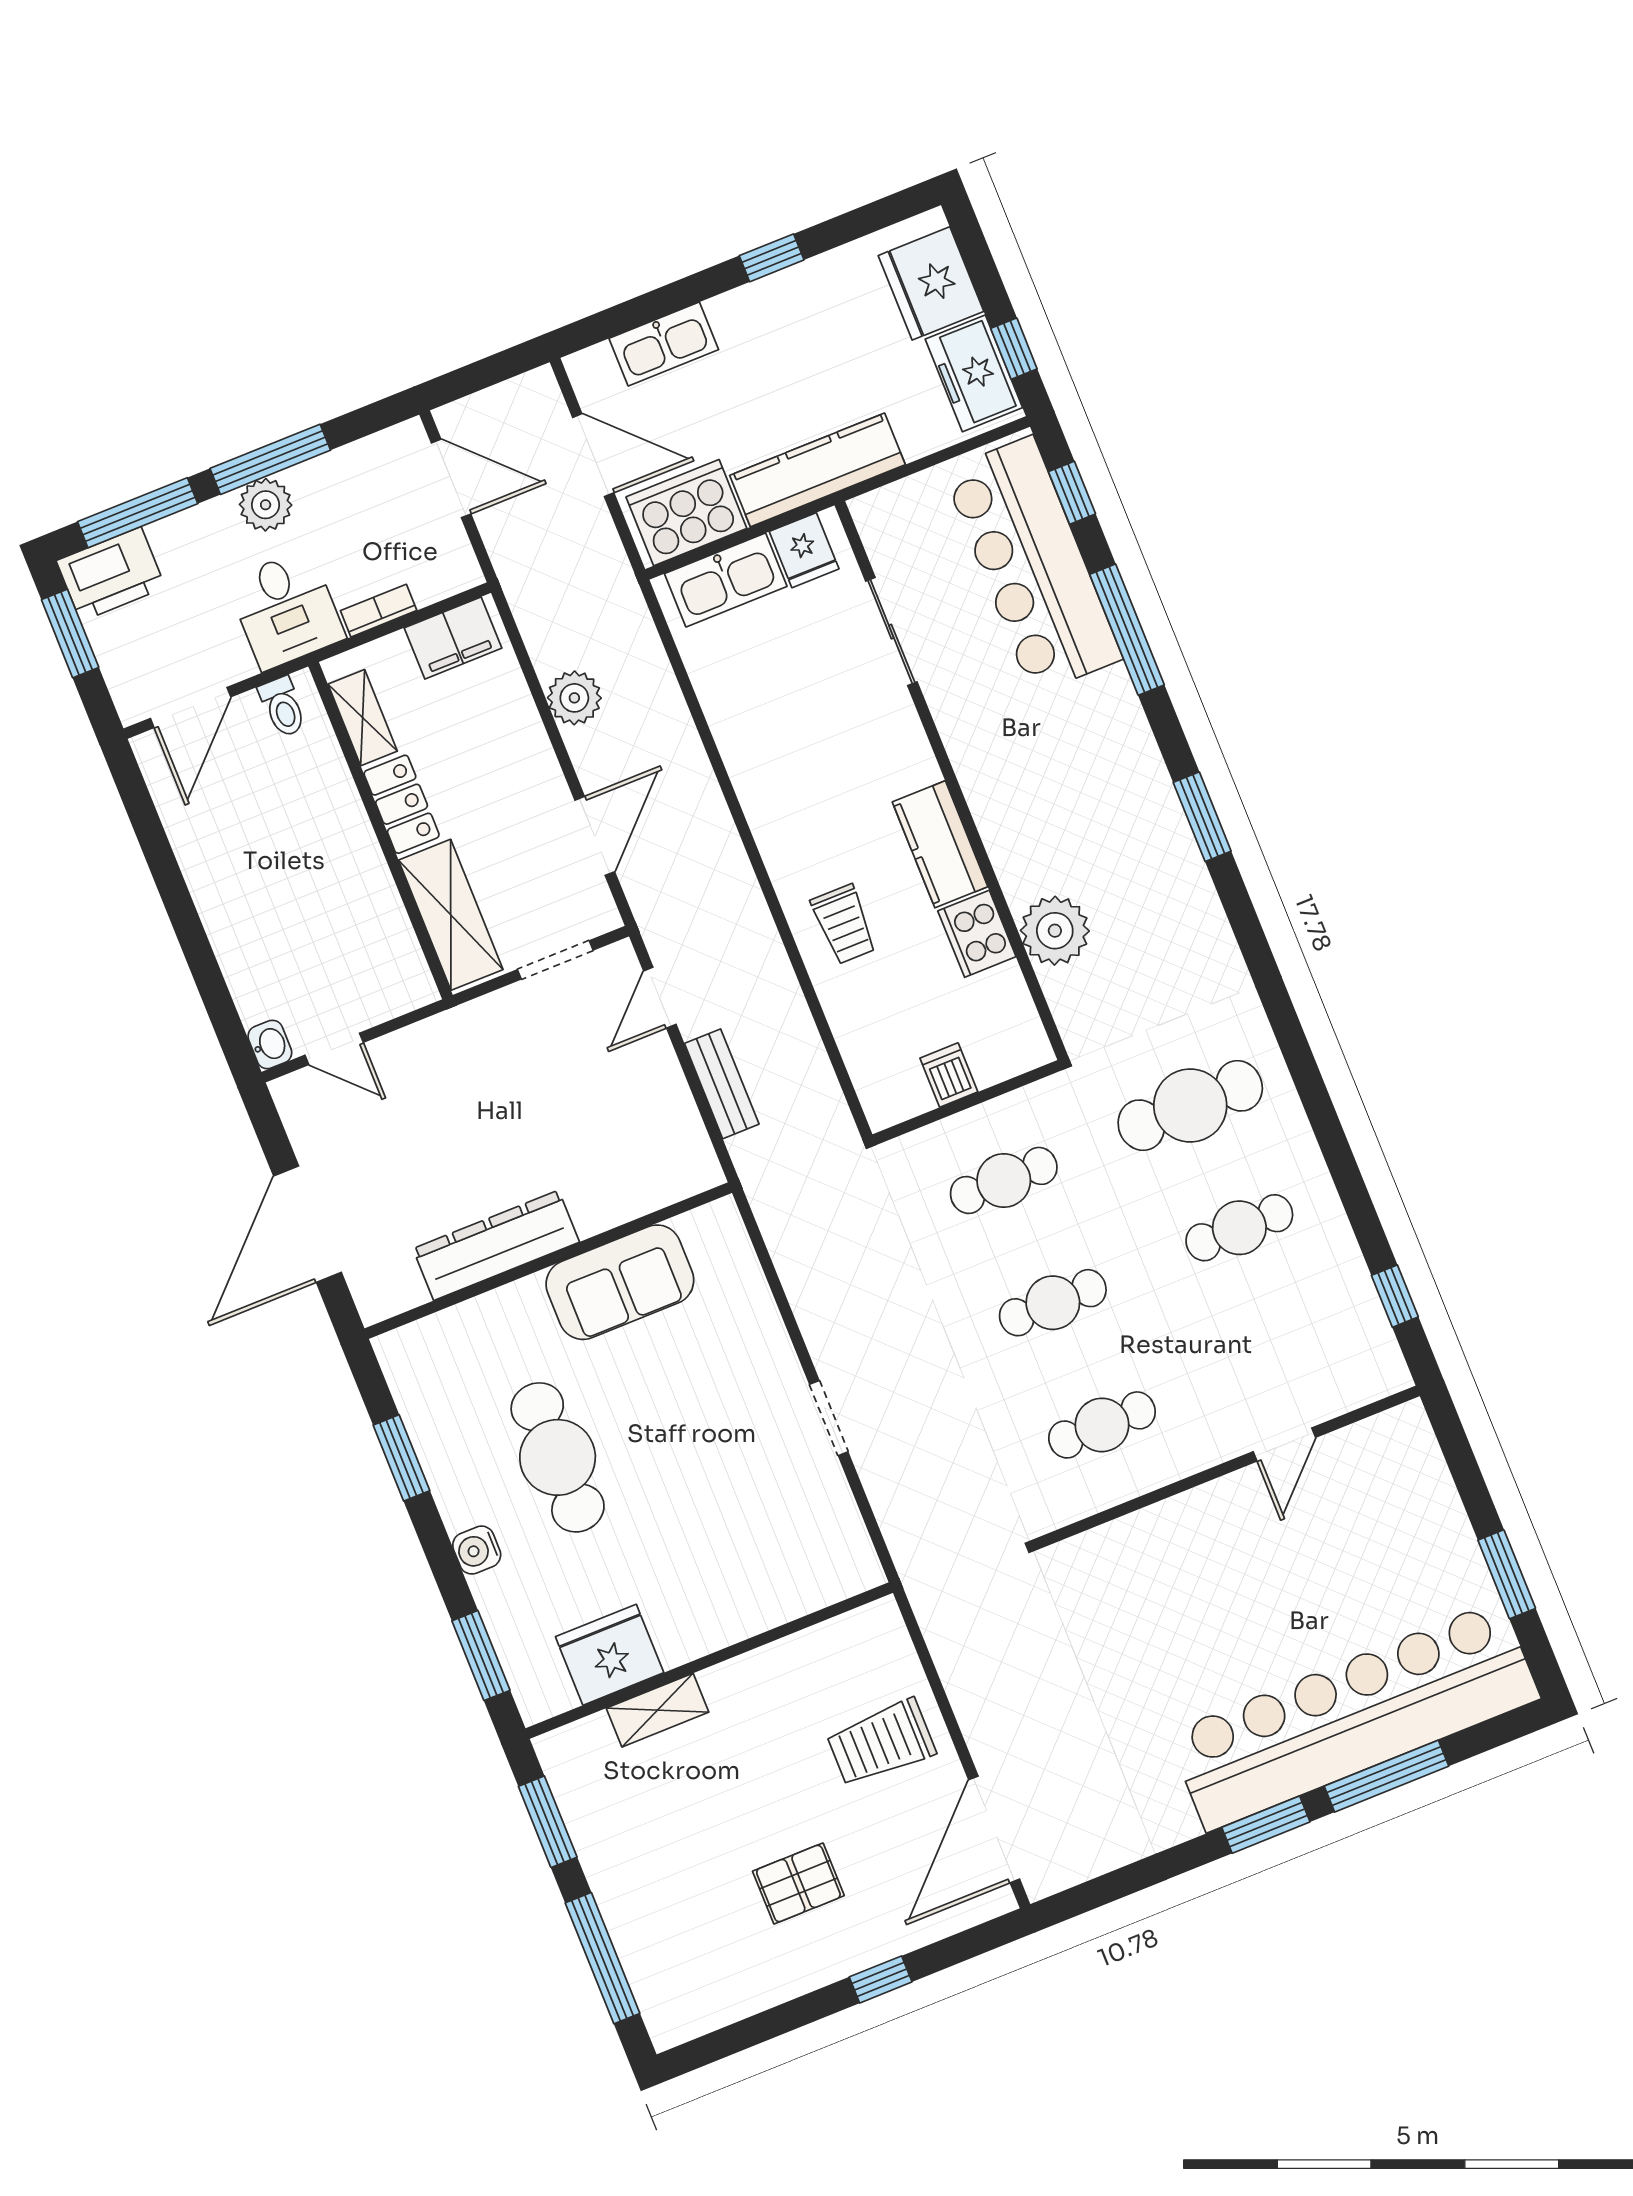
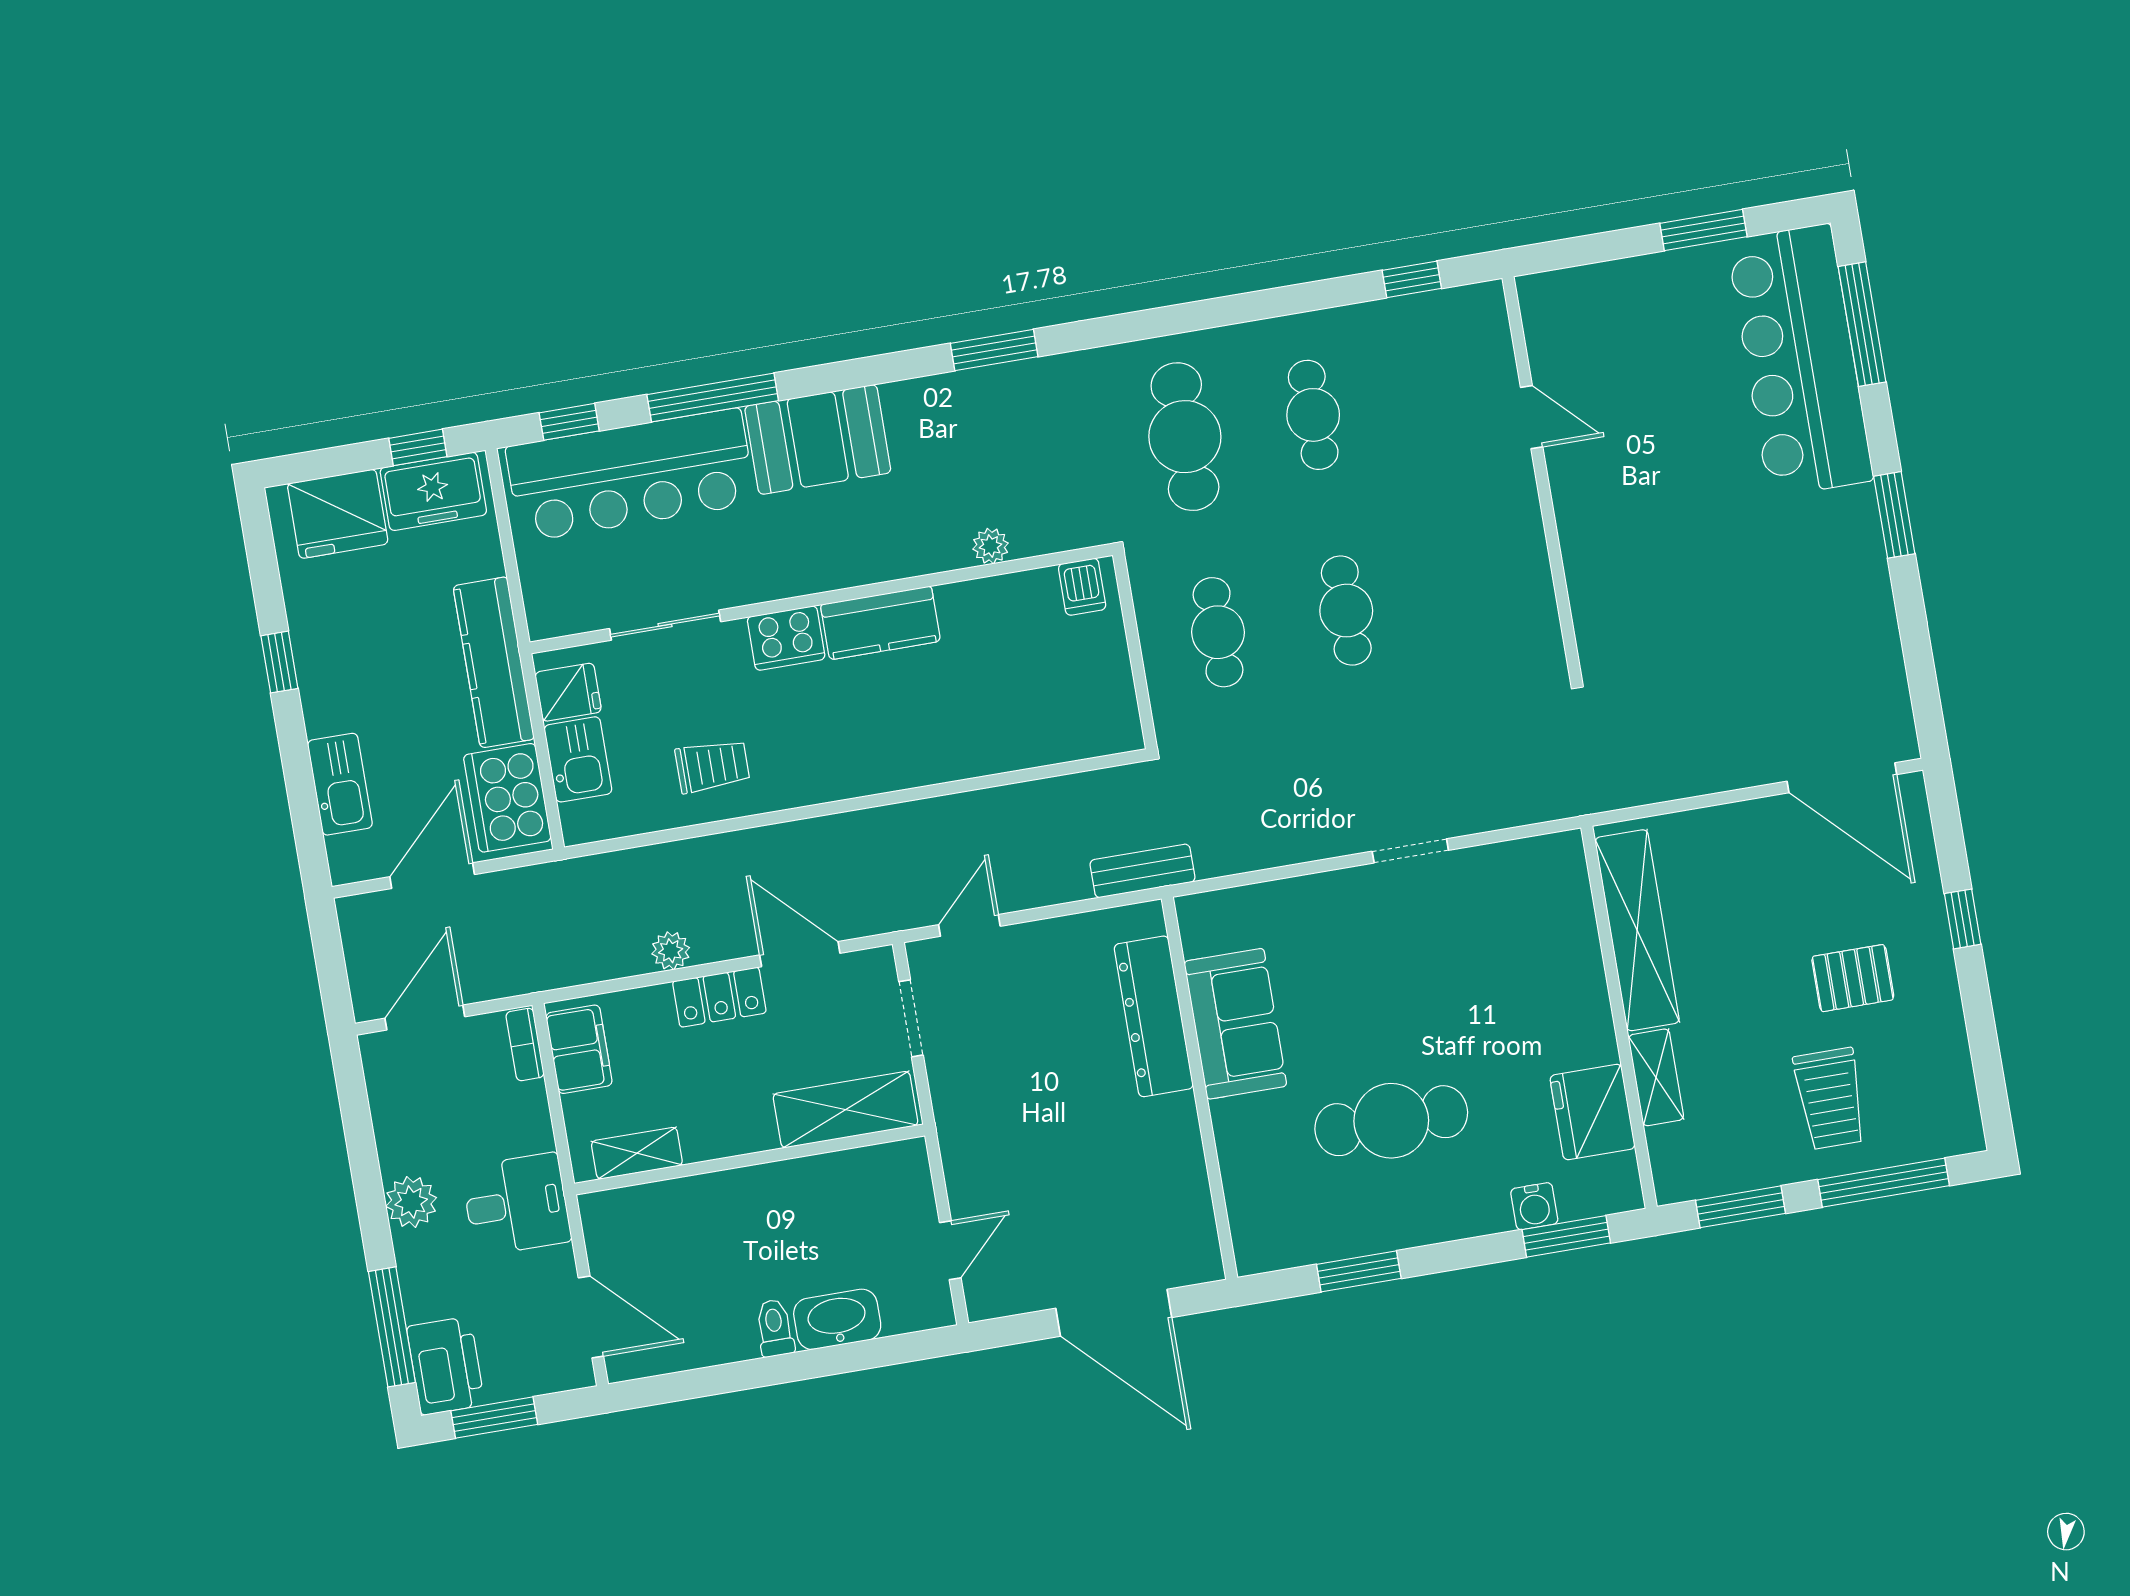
window: (270, 459) -> (368, 1188), removed
kitchen sink: (726, 580) -> (578, 759), width x0.73
bookcase: (379, 611) -> (525, 1045), moved
plant: (574, 698) -> (671, 951), width x0.73, depth x0.73
toilet: (283, 707) -> (775, 1328), moved, turned -90
booth: (1108, 743) -> (818, 440), added
locker: (402, 804) -> (719, 997), moved, turned 180
window: (1202, 817) -> (994, 350), moved
trolley: (844, 924) -> (712, 766), moved
plant: (1055, 931) -> (991, 546), width x0.53, depth x0.53
cooker: (977, 934) -> (786, 638), moved
door: (660, 998) -> (969, 925), swing flipped
washbasin: (270, 1044) -> (837, 1319), moved, width x1.91, depth x1.45
dishwasher: (949, 1075) -> (1082, 587), moved, turned -90
bench: (722, 1084) -> (1142, 871), moved
dresser: (496, 1245) -> (1154, 1016), moved
cafe table: (1102, 1425) -> (1474, 589), removed
water cooler: (477, 1550) -> (1534, 1206), moved
shelving: (799, 1660) -> (1637, 930), added
bar counter: (1354, 1716) -> (1800, 360), width x0.73
trolley: (881, 1743) -> (1830, 1099), moved
window: (1386, 1776) -> (1862, 324), moved
pallet: (798, 1883) -> (1853, 978), turned 90

